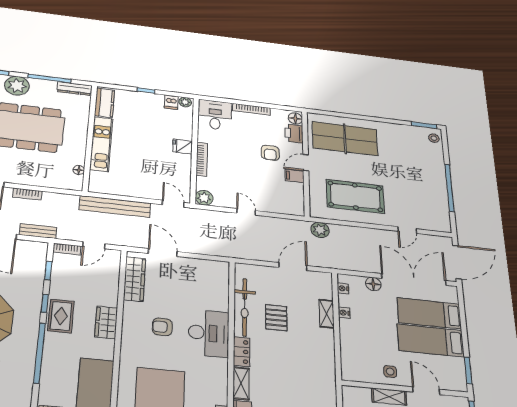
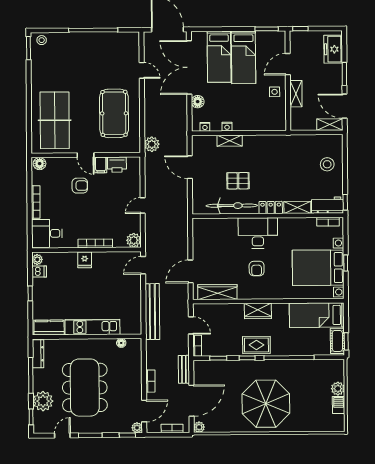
printer: (294, 134) -> (117, 165), moved

